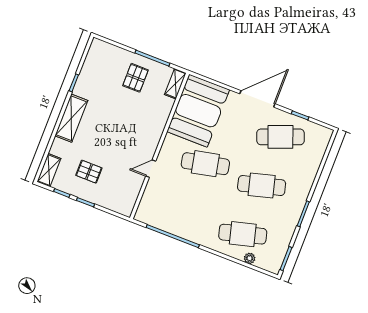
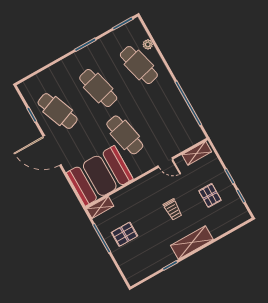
trolley: (111, 133) -> (173, 210), added
shelving: (49, 170) -> (197, 153), moved

